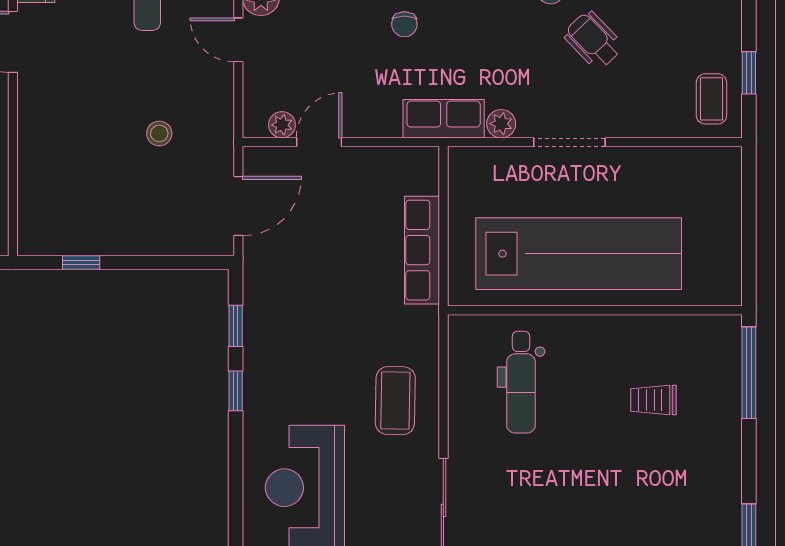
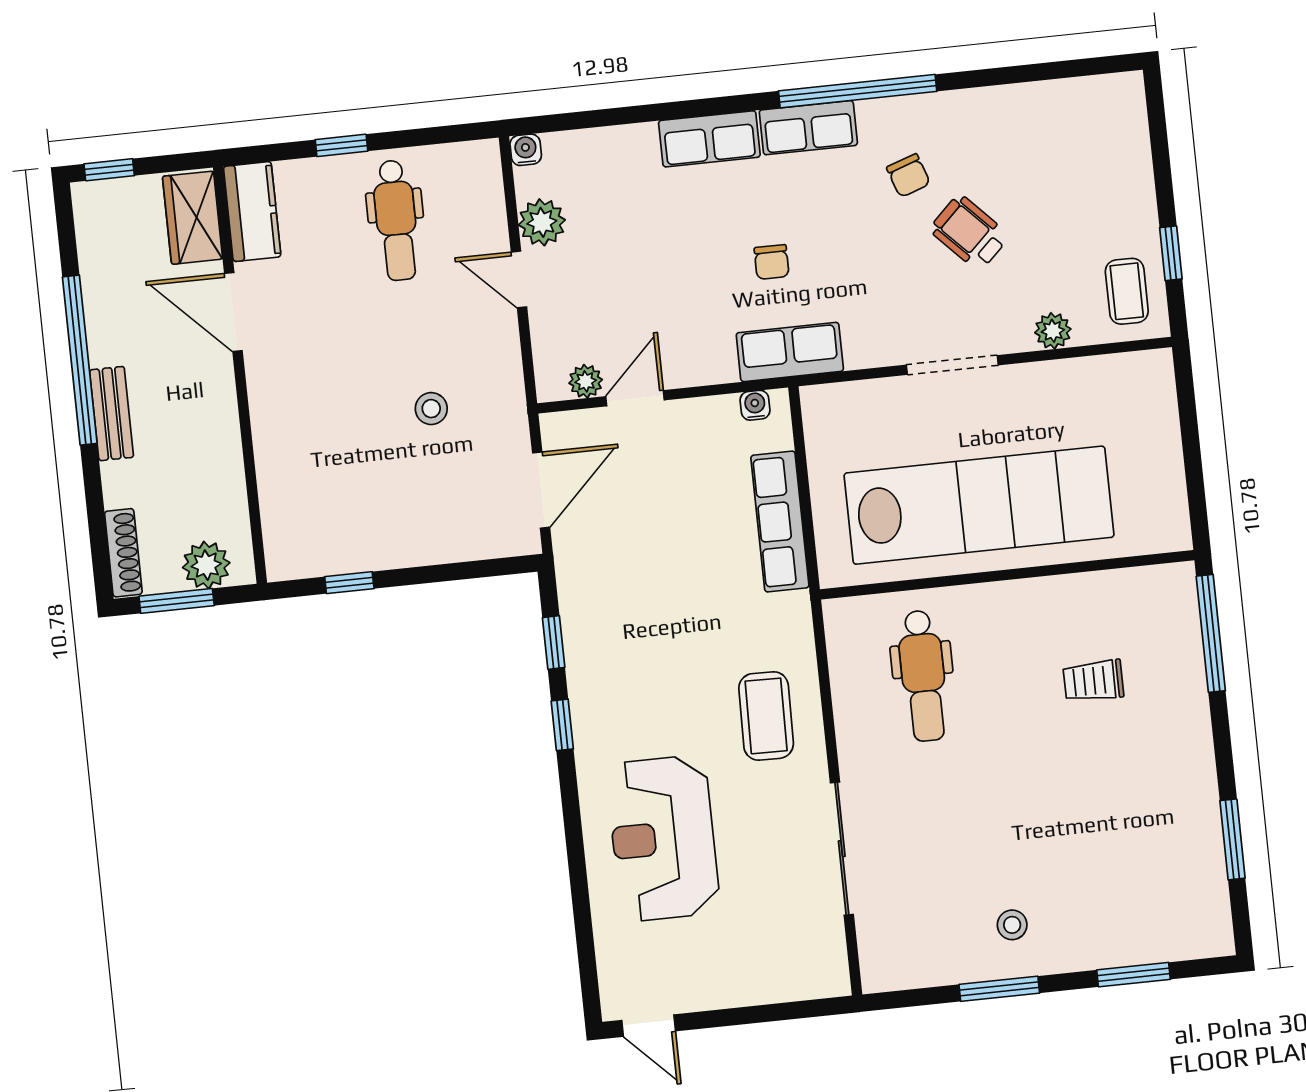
chair: (404, 24) -> (772, 262), moved
plant: (501, 124) -> (1053, 331), moved
water cooler: (412, 157) -> (755, 405), added

